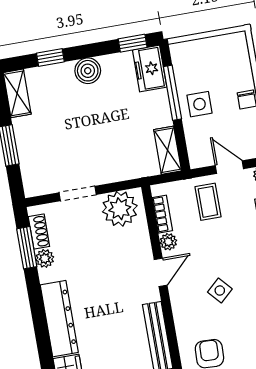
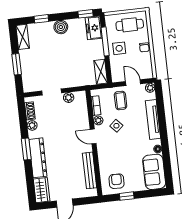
cafe table: (217, 59) -> (130, 25), added
plant: (120, 209) -> (69, 98), width x0.53, depth x0.53
window: (27, 248) -> (26, 149), moved
door: (161, 272) -> (93, 136), swing flipped
side table: (220, 290) -> (116, 126), moved

